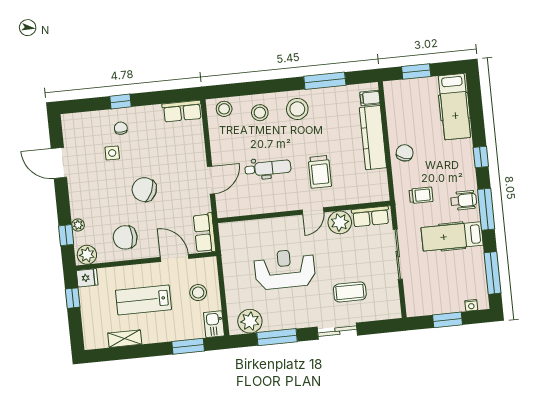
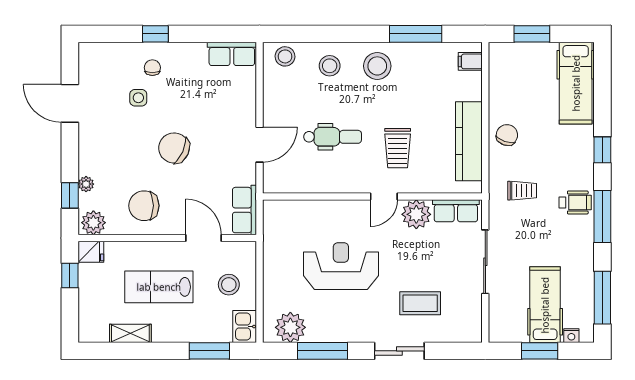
kitchen counter: (373, 138) -> (469, 141), moved
hospital bed: (452, 236) -> (545, 305), moved, turned 90

